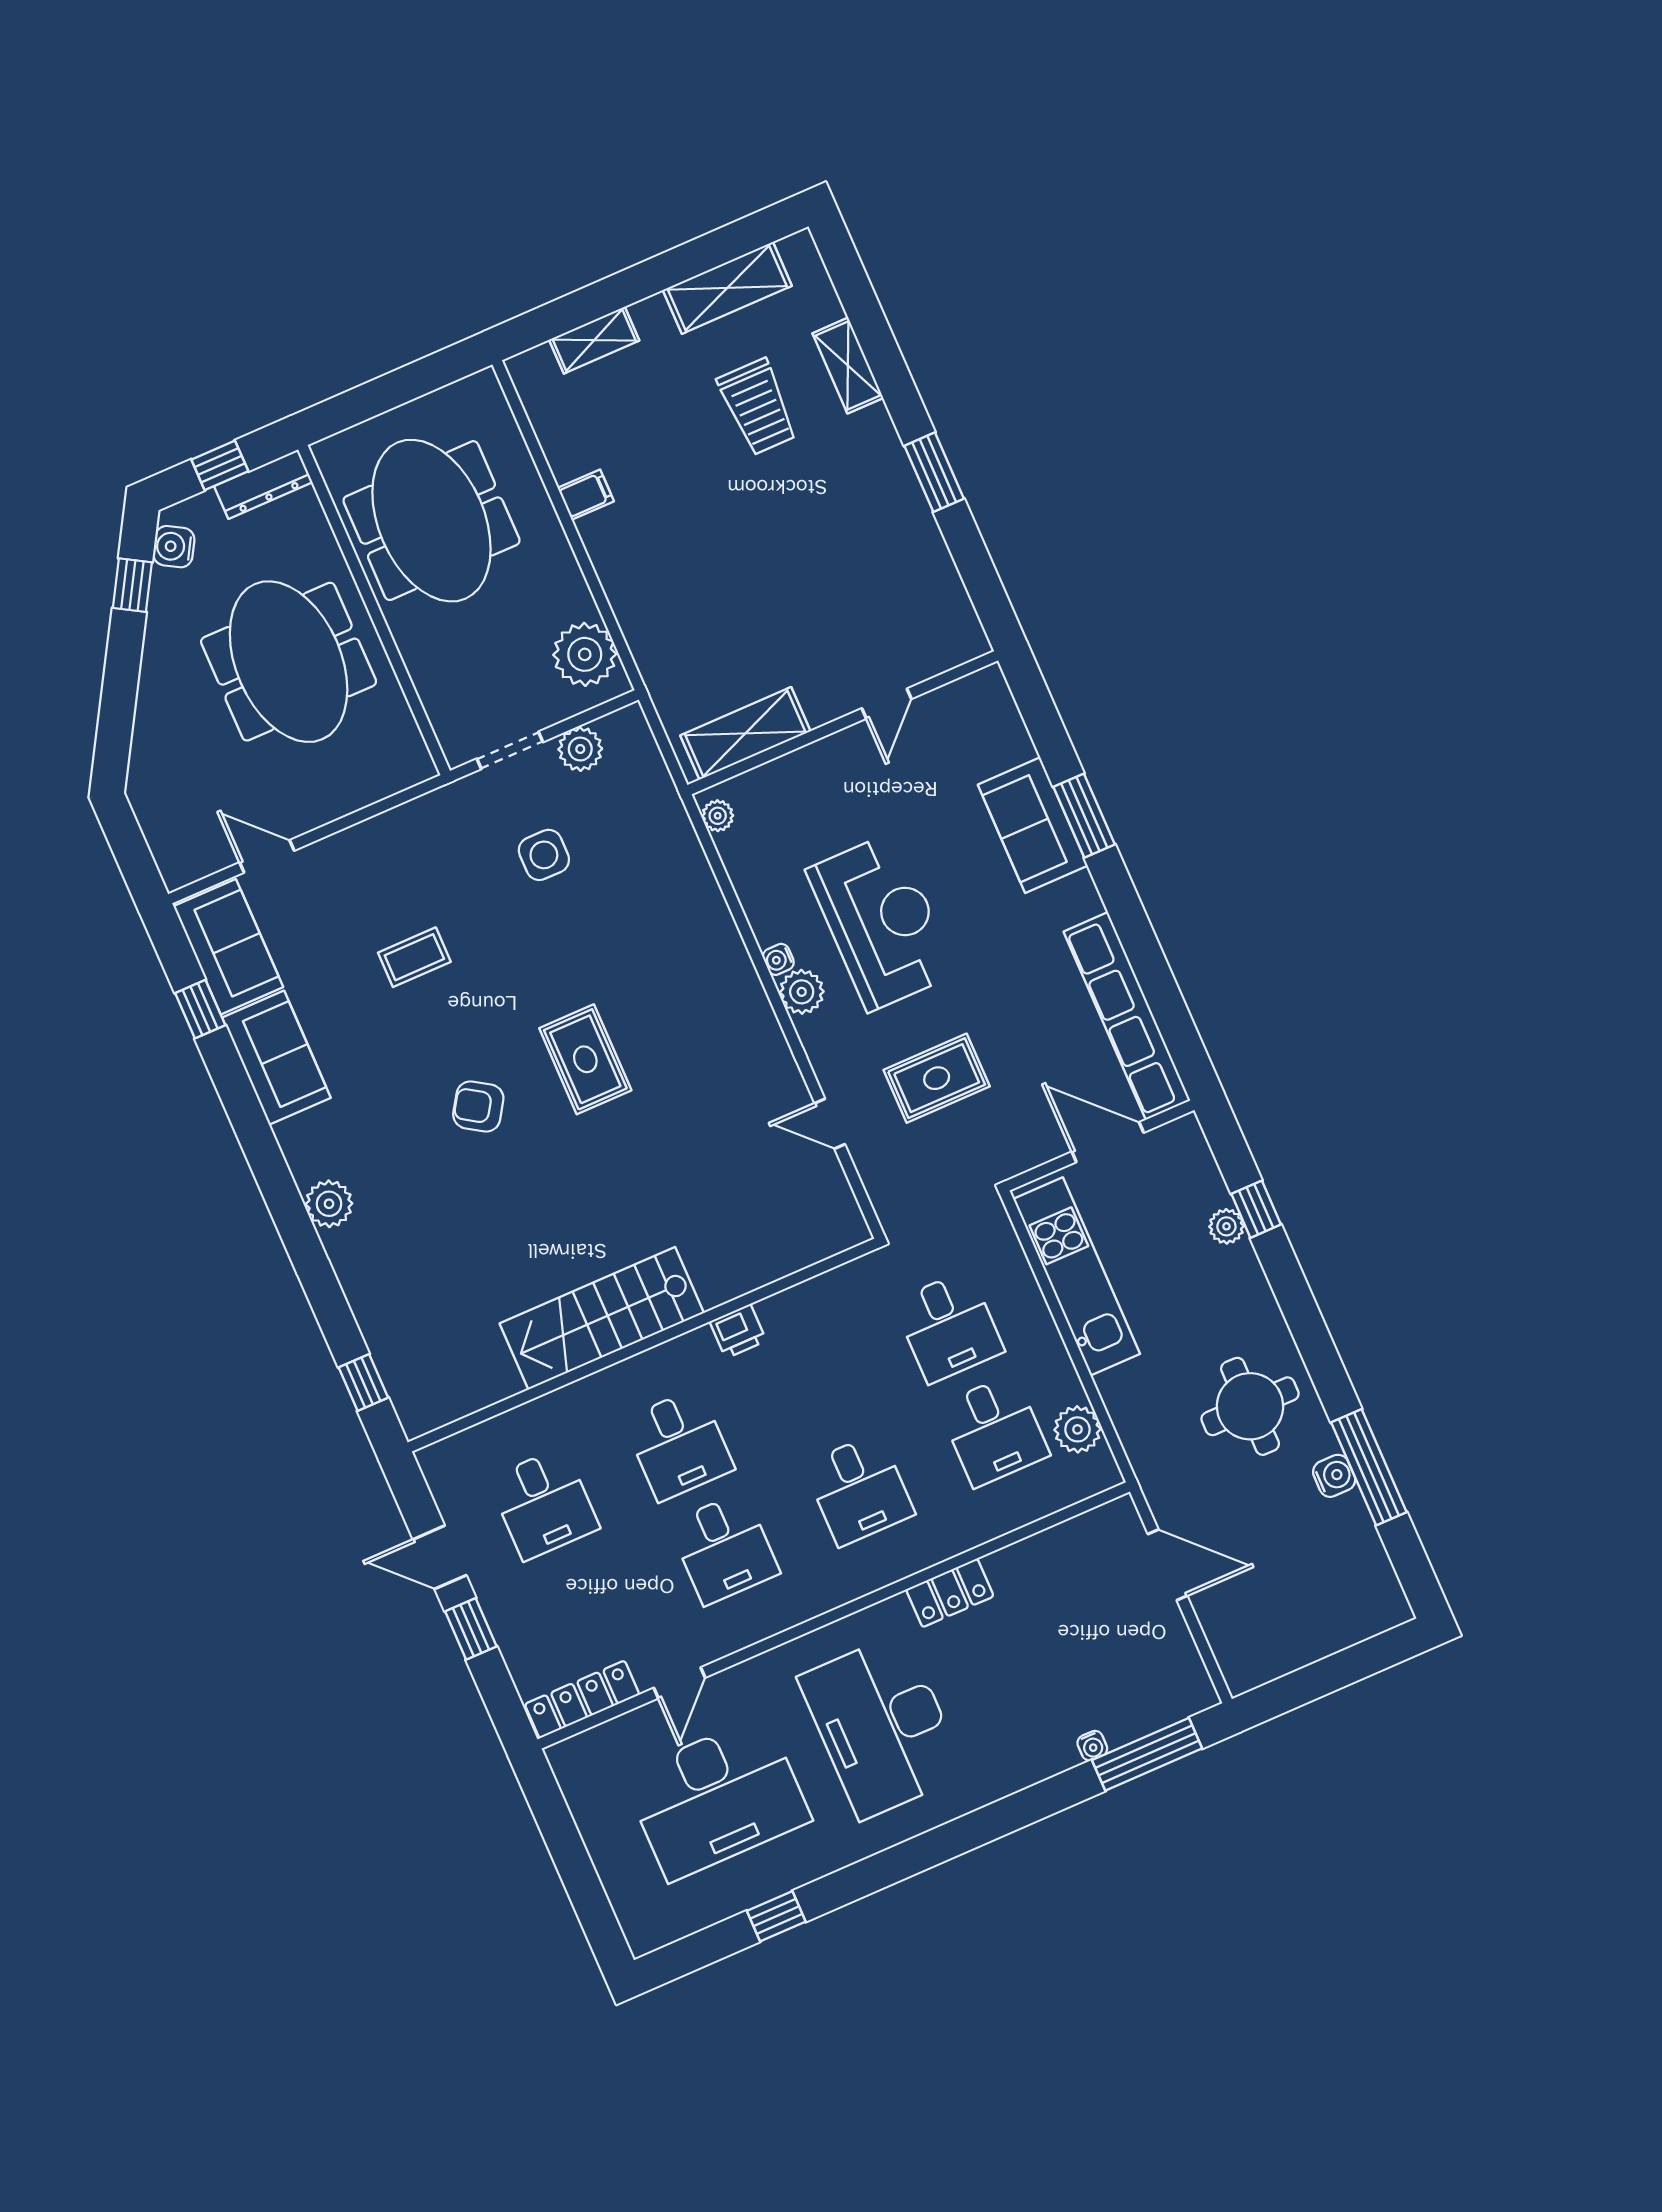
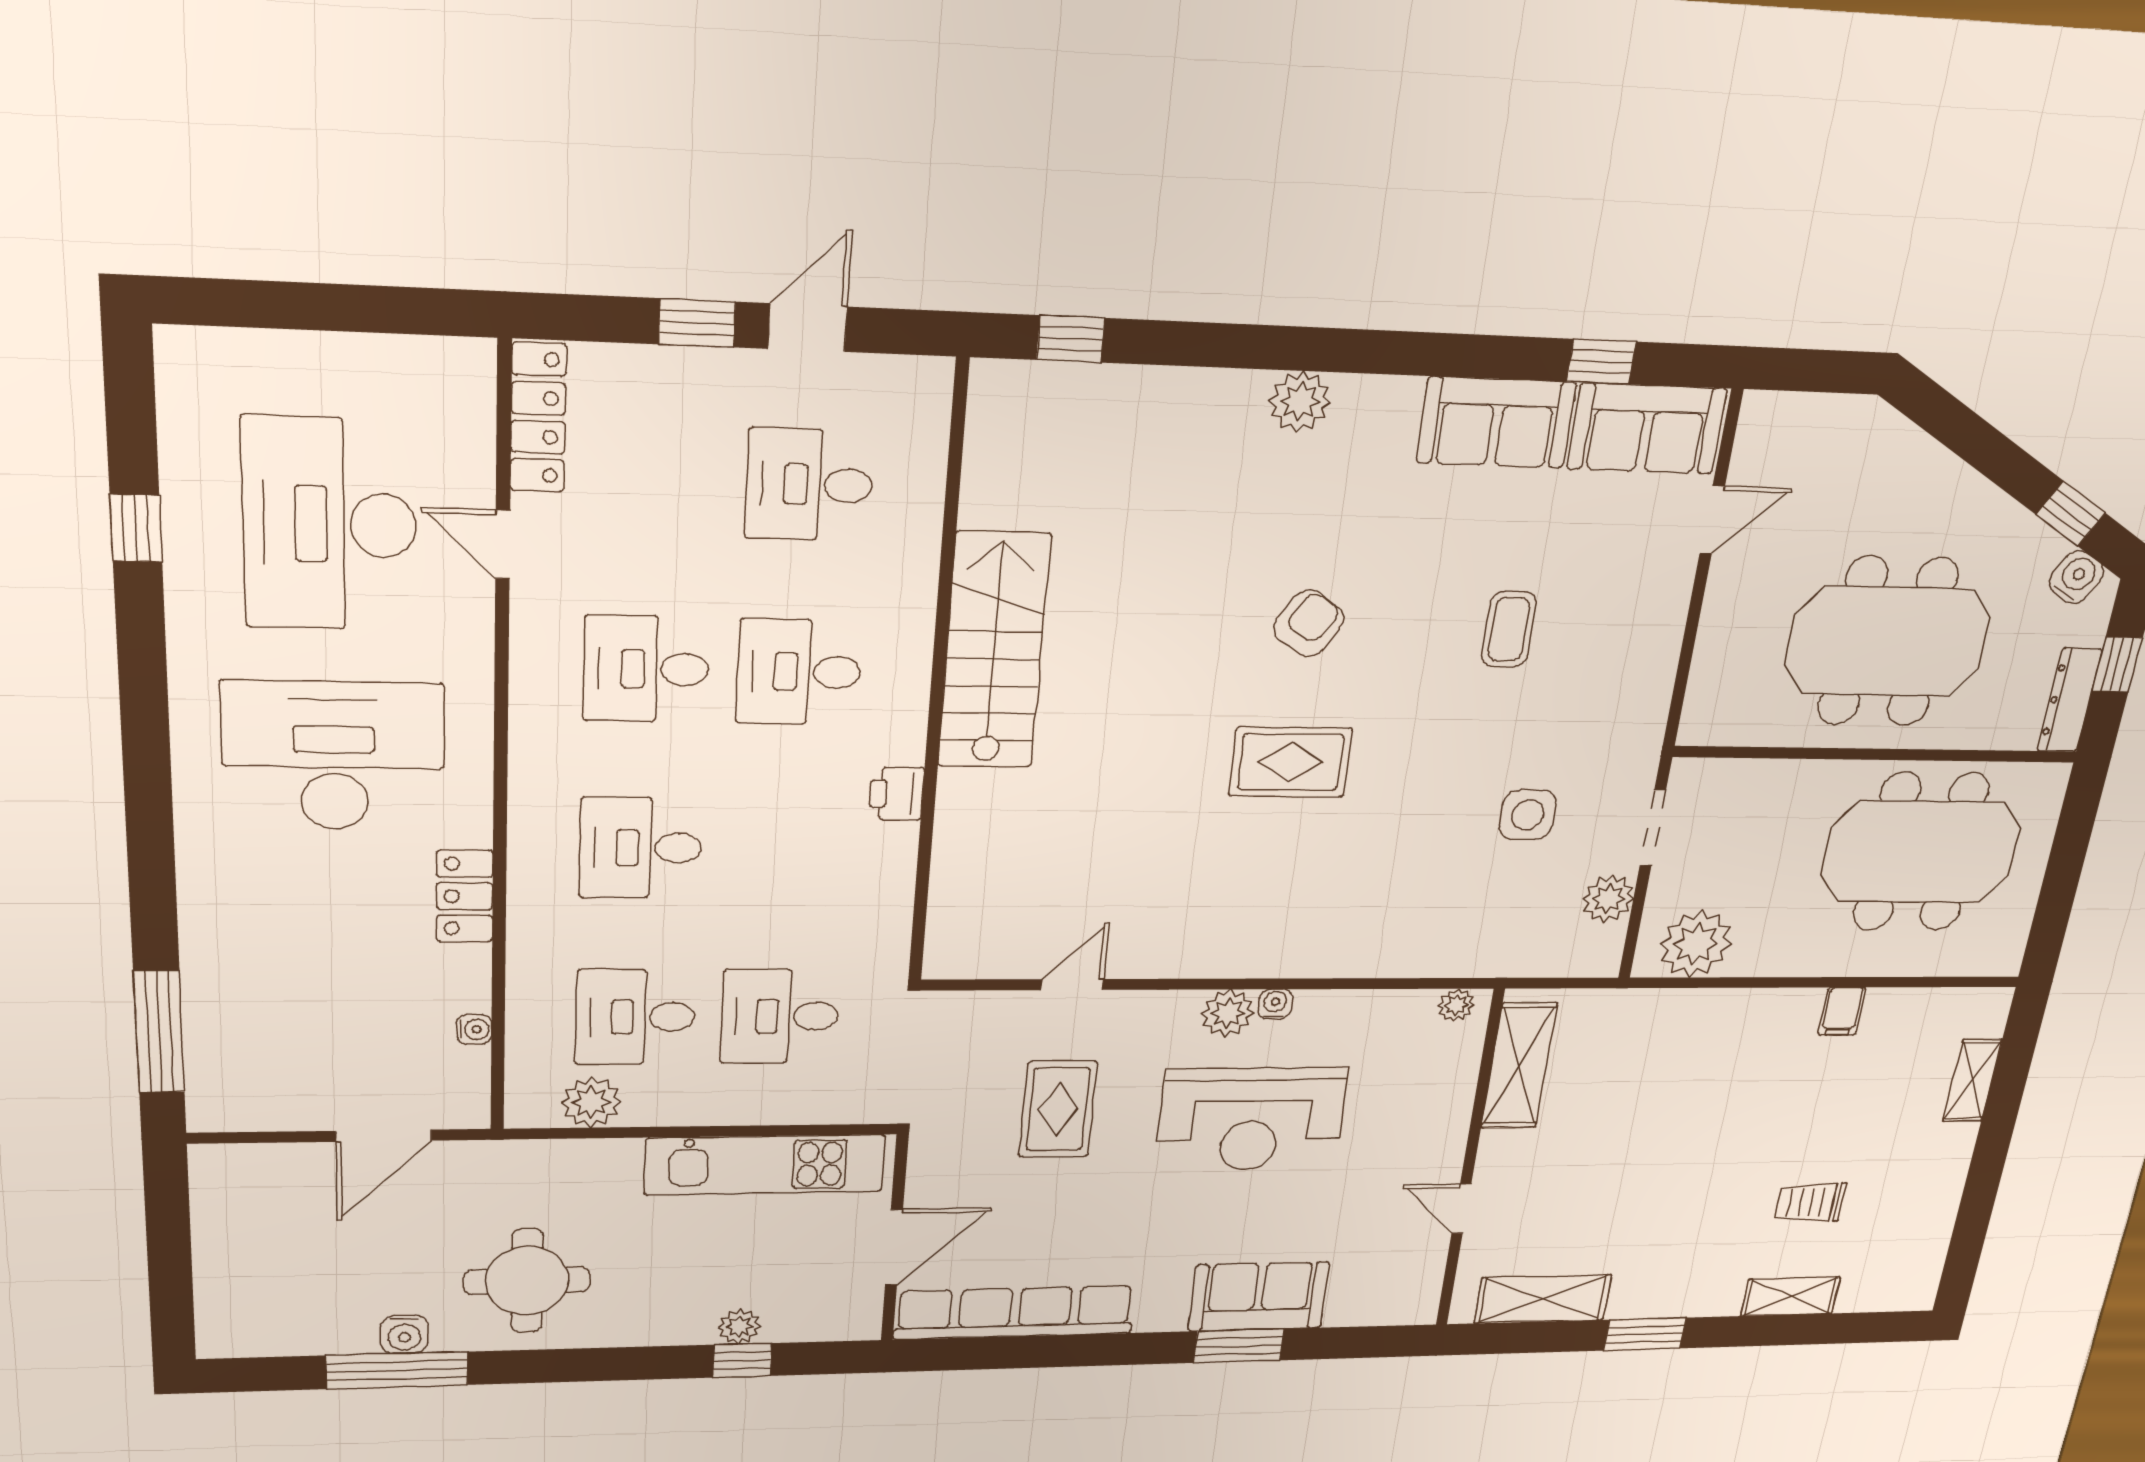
shelving: (727, 288) -> (1543, 1299), moved, turned 90
trolley: (758, 407) -> (1810, 1203), width x0.73, depth x0.72
water cooler: (1092, 1746) -> (474, 1029), moved, turned 180

